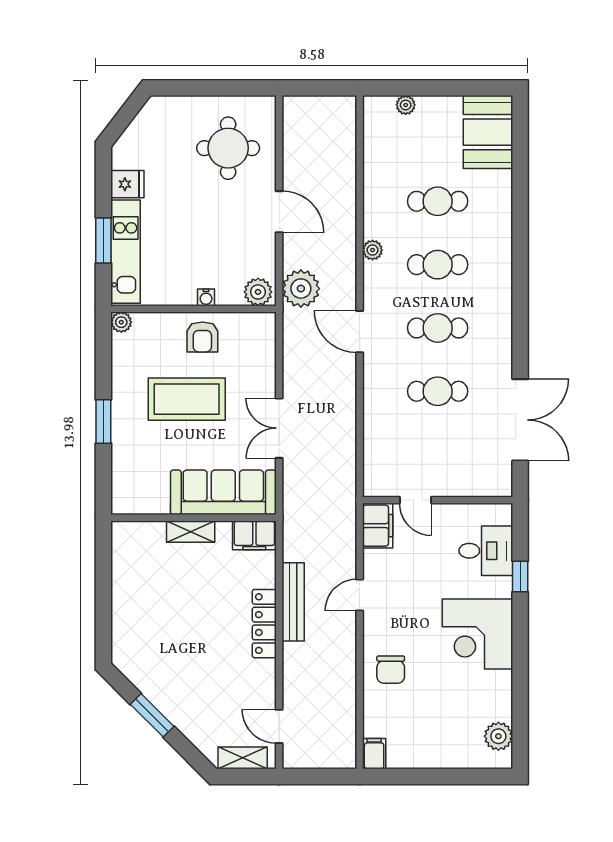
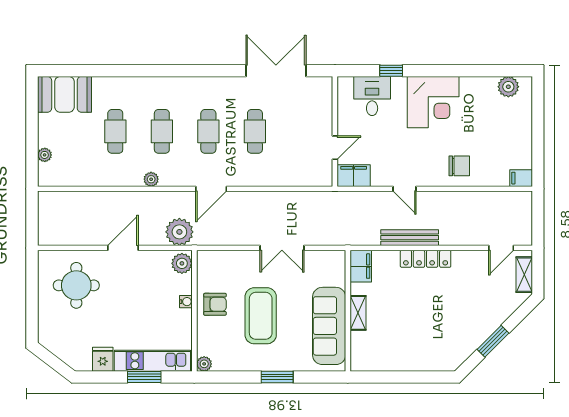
sofa: (223, 492) -> (329, 326), moved

